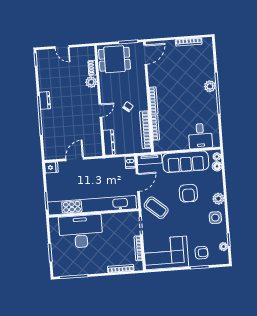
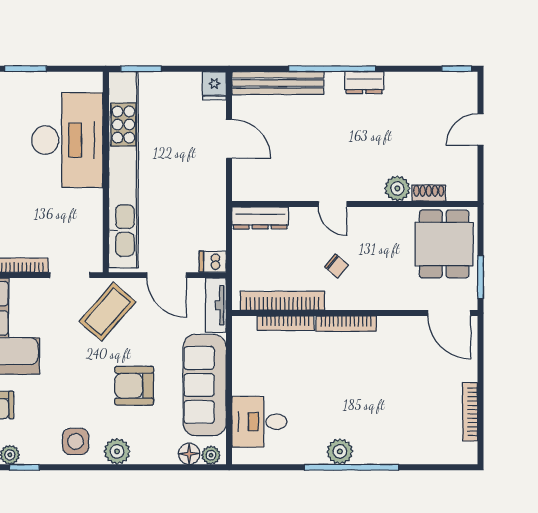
plant: (210, 86) -> (340, 451), moved
bench: (48, 139) -> (278, 83), added

